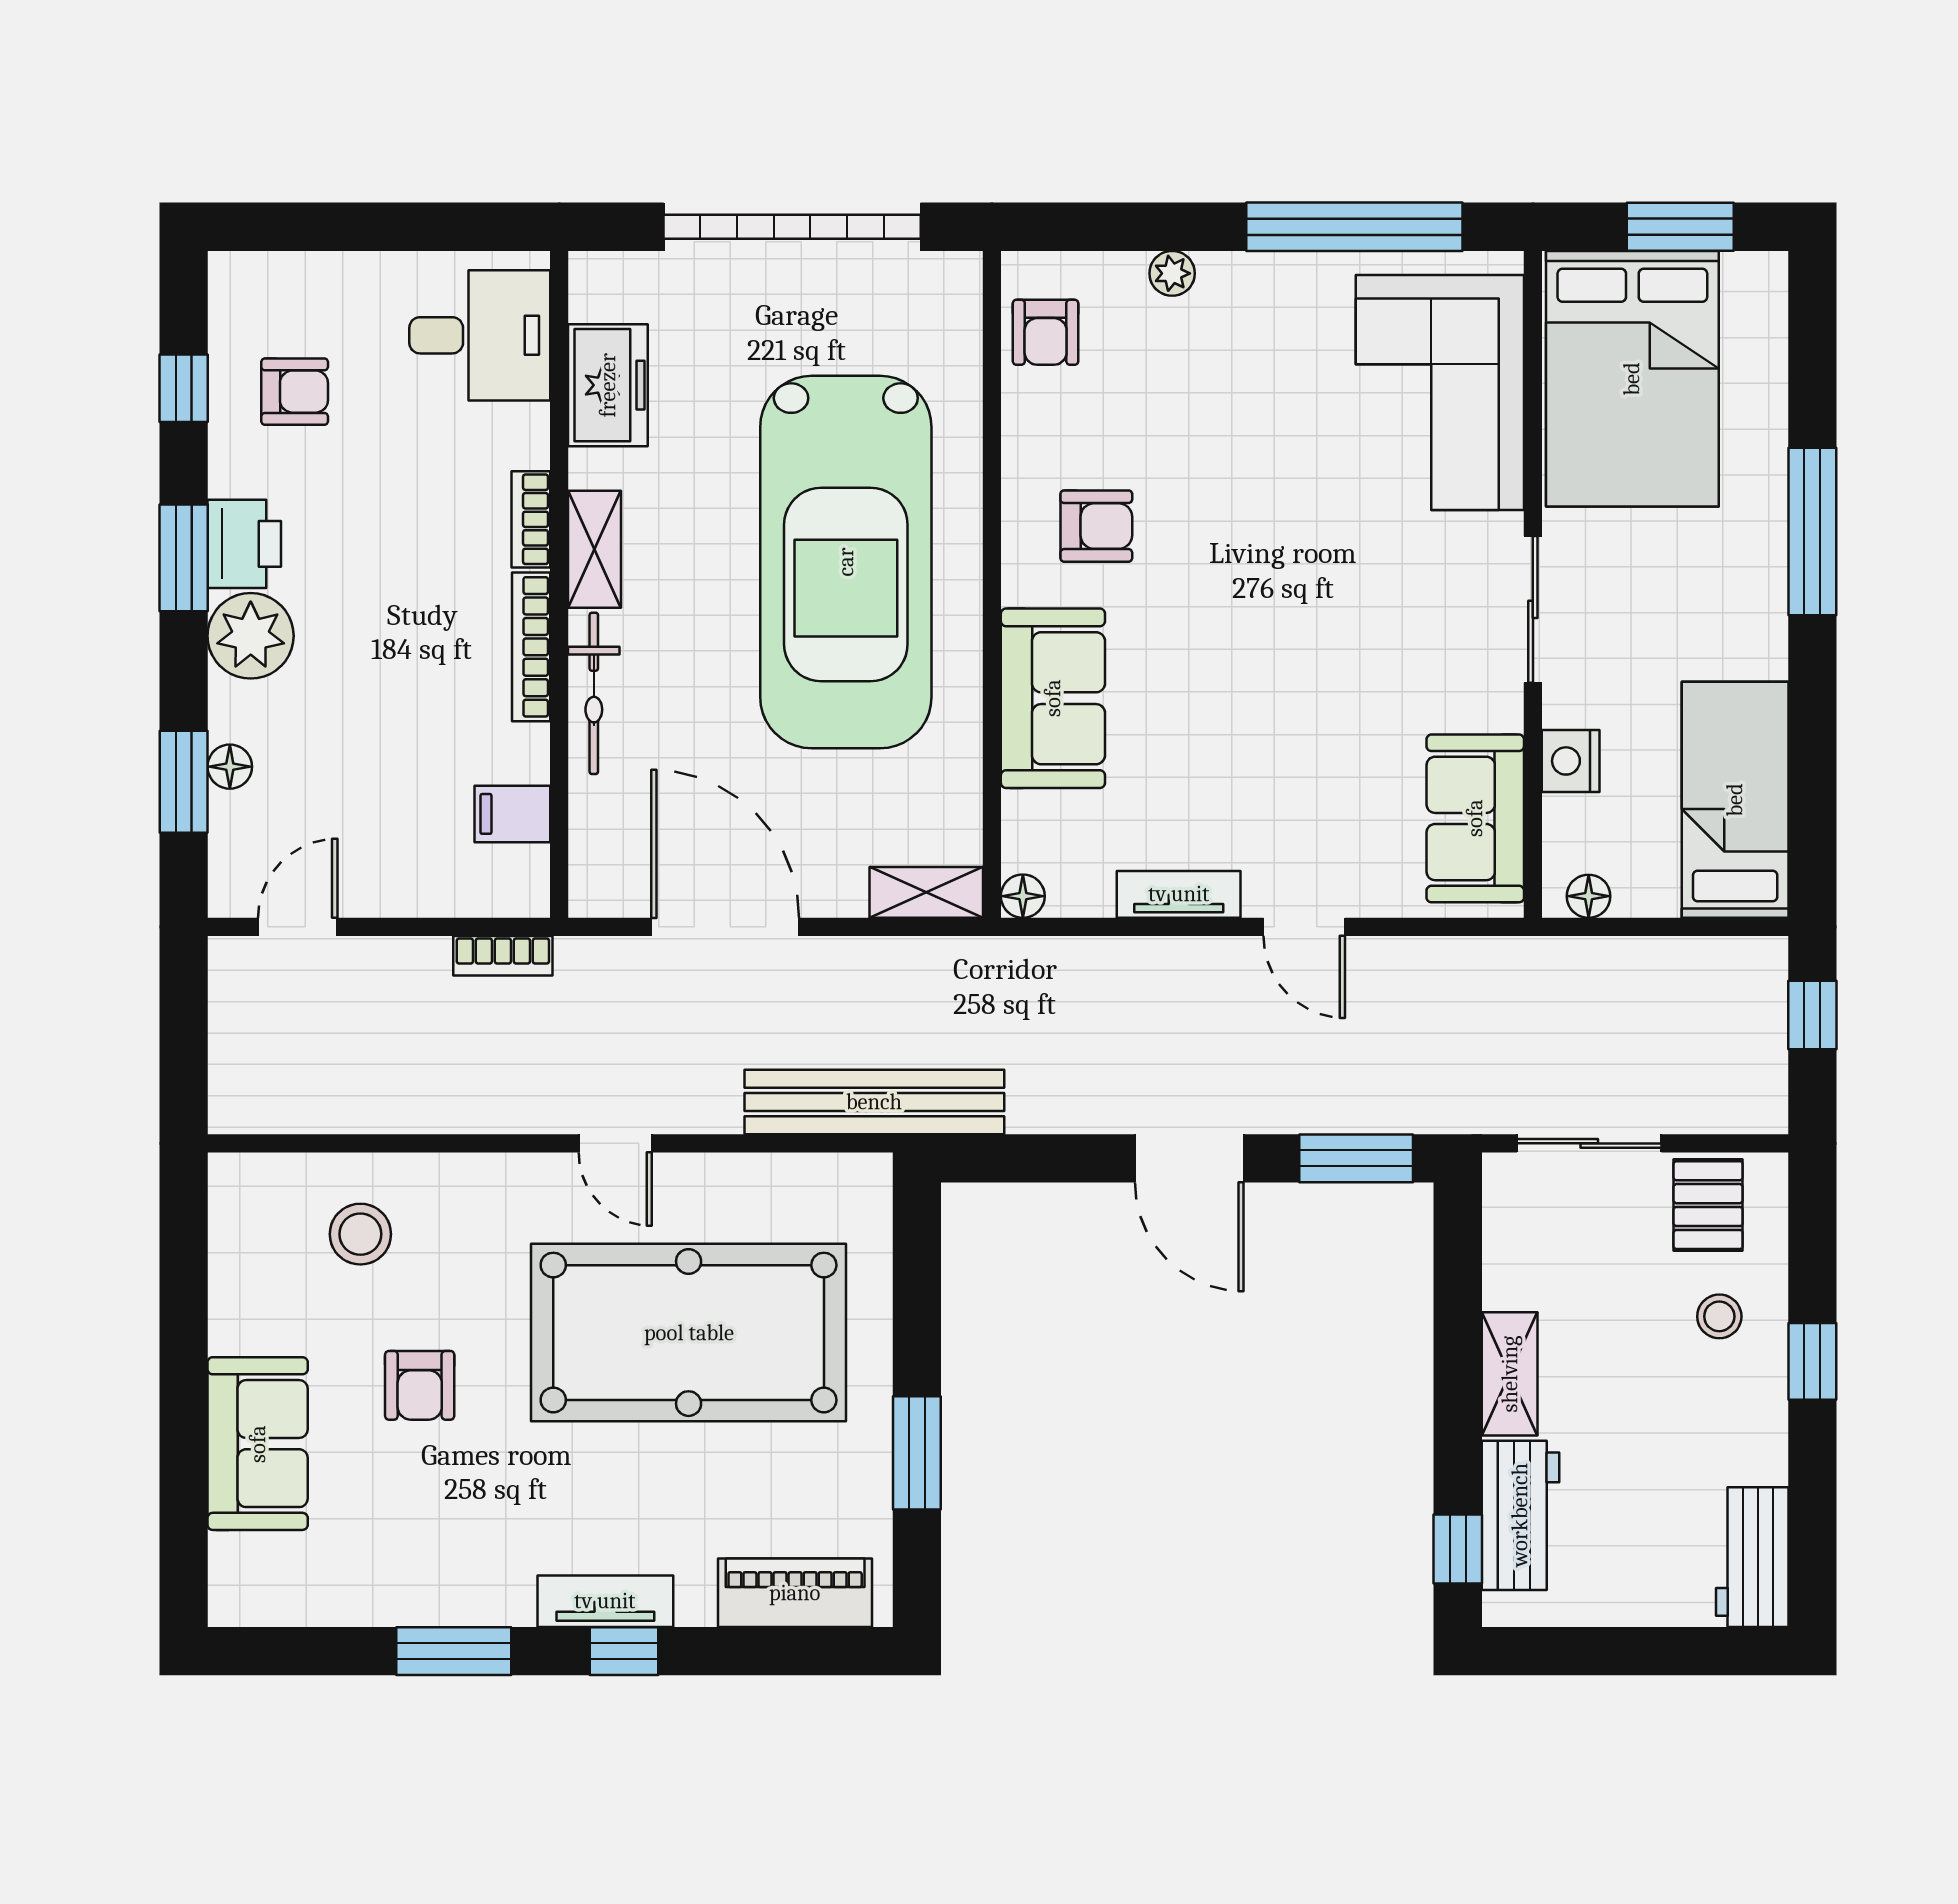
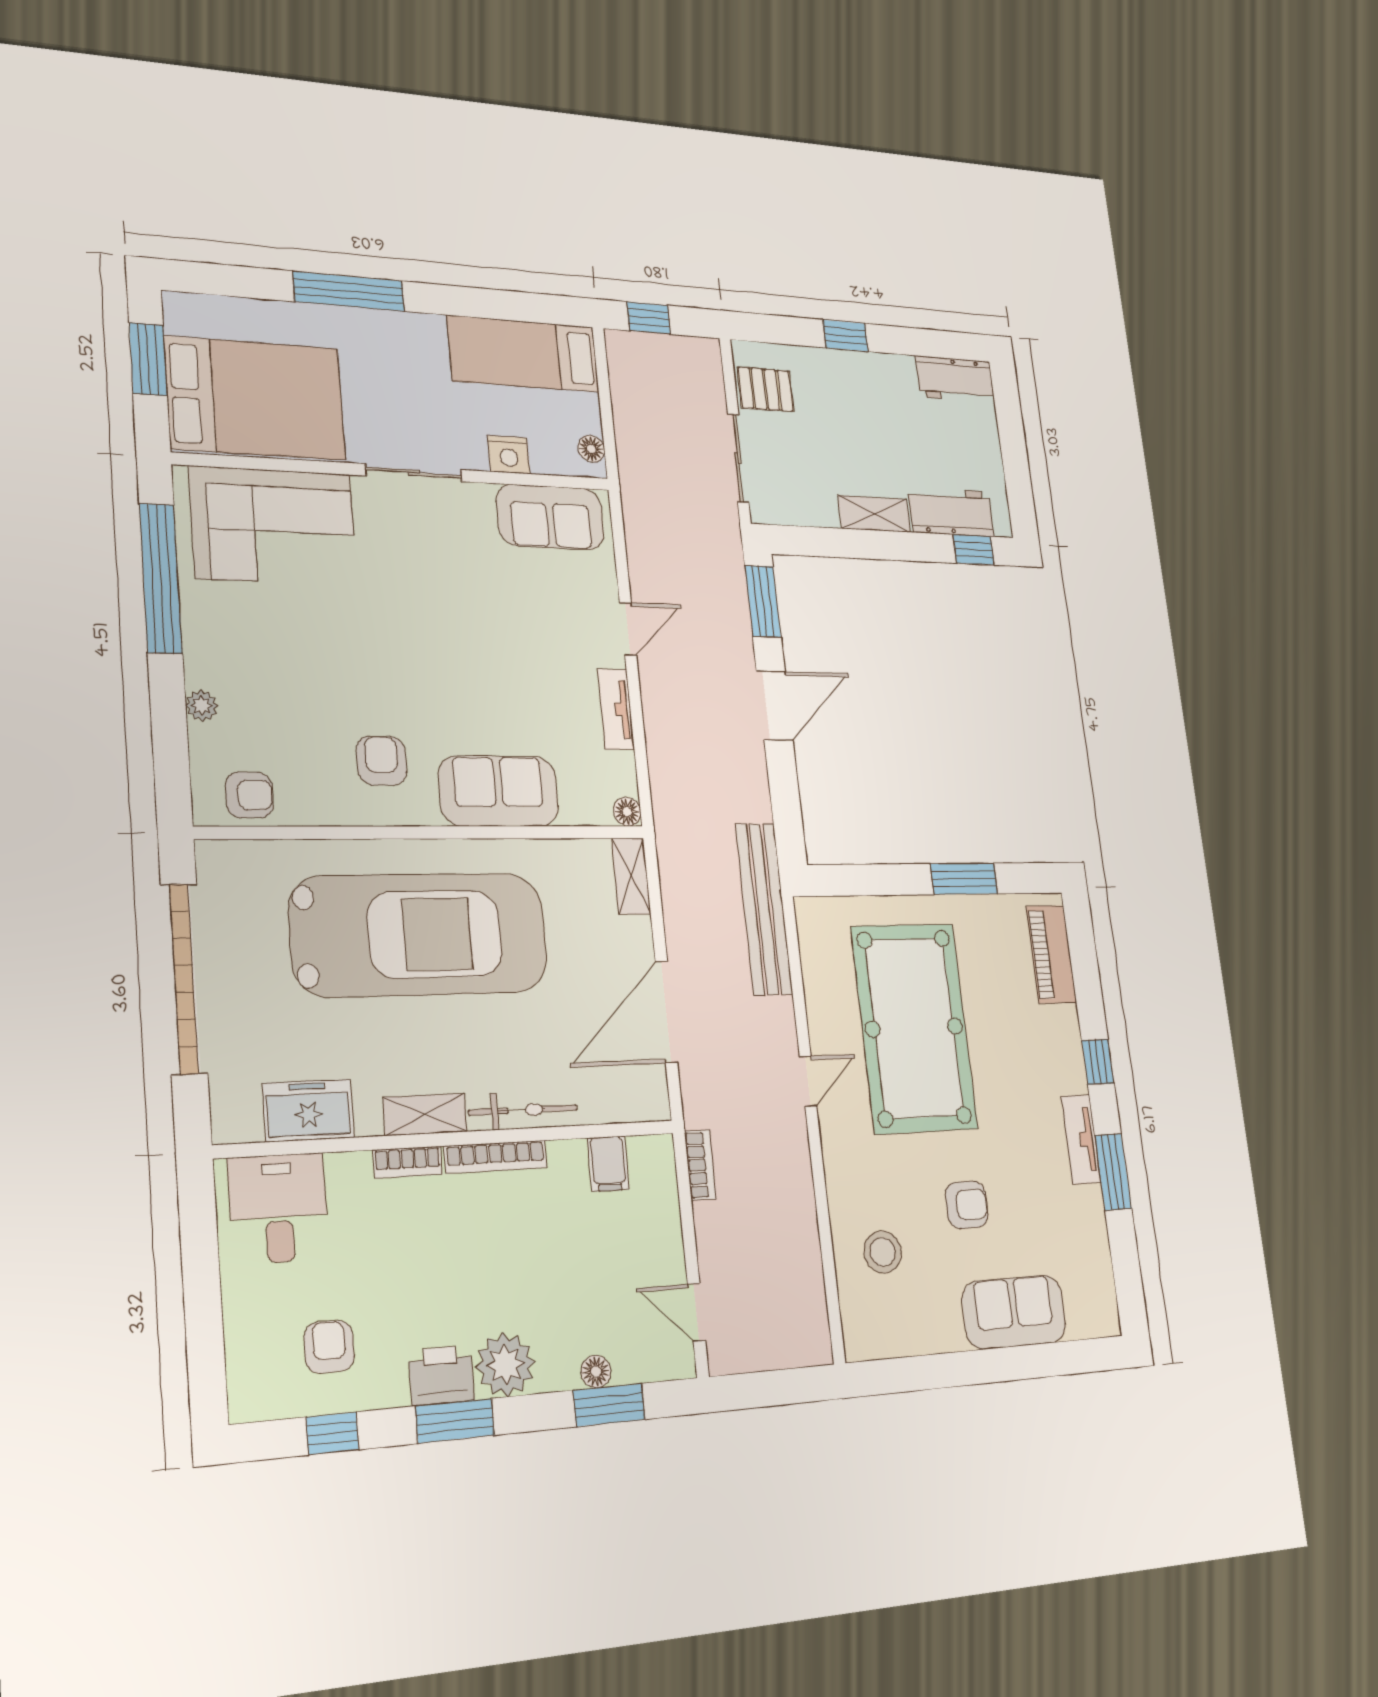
stool: (1719, 1316) -> (827, 388), removed
tv unit: (605, 1601) -> (1081, 1139), moved

